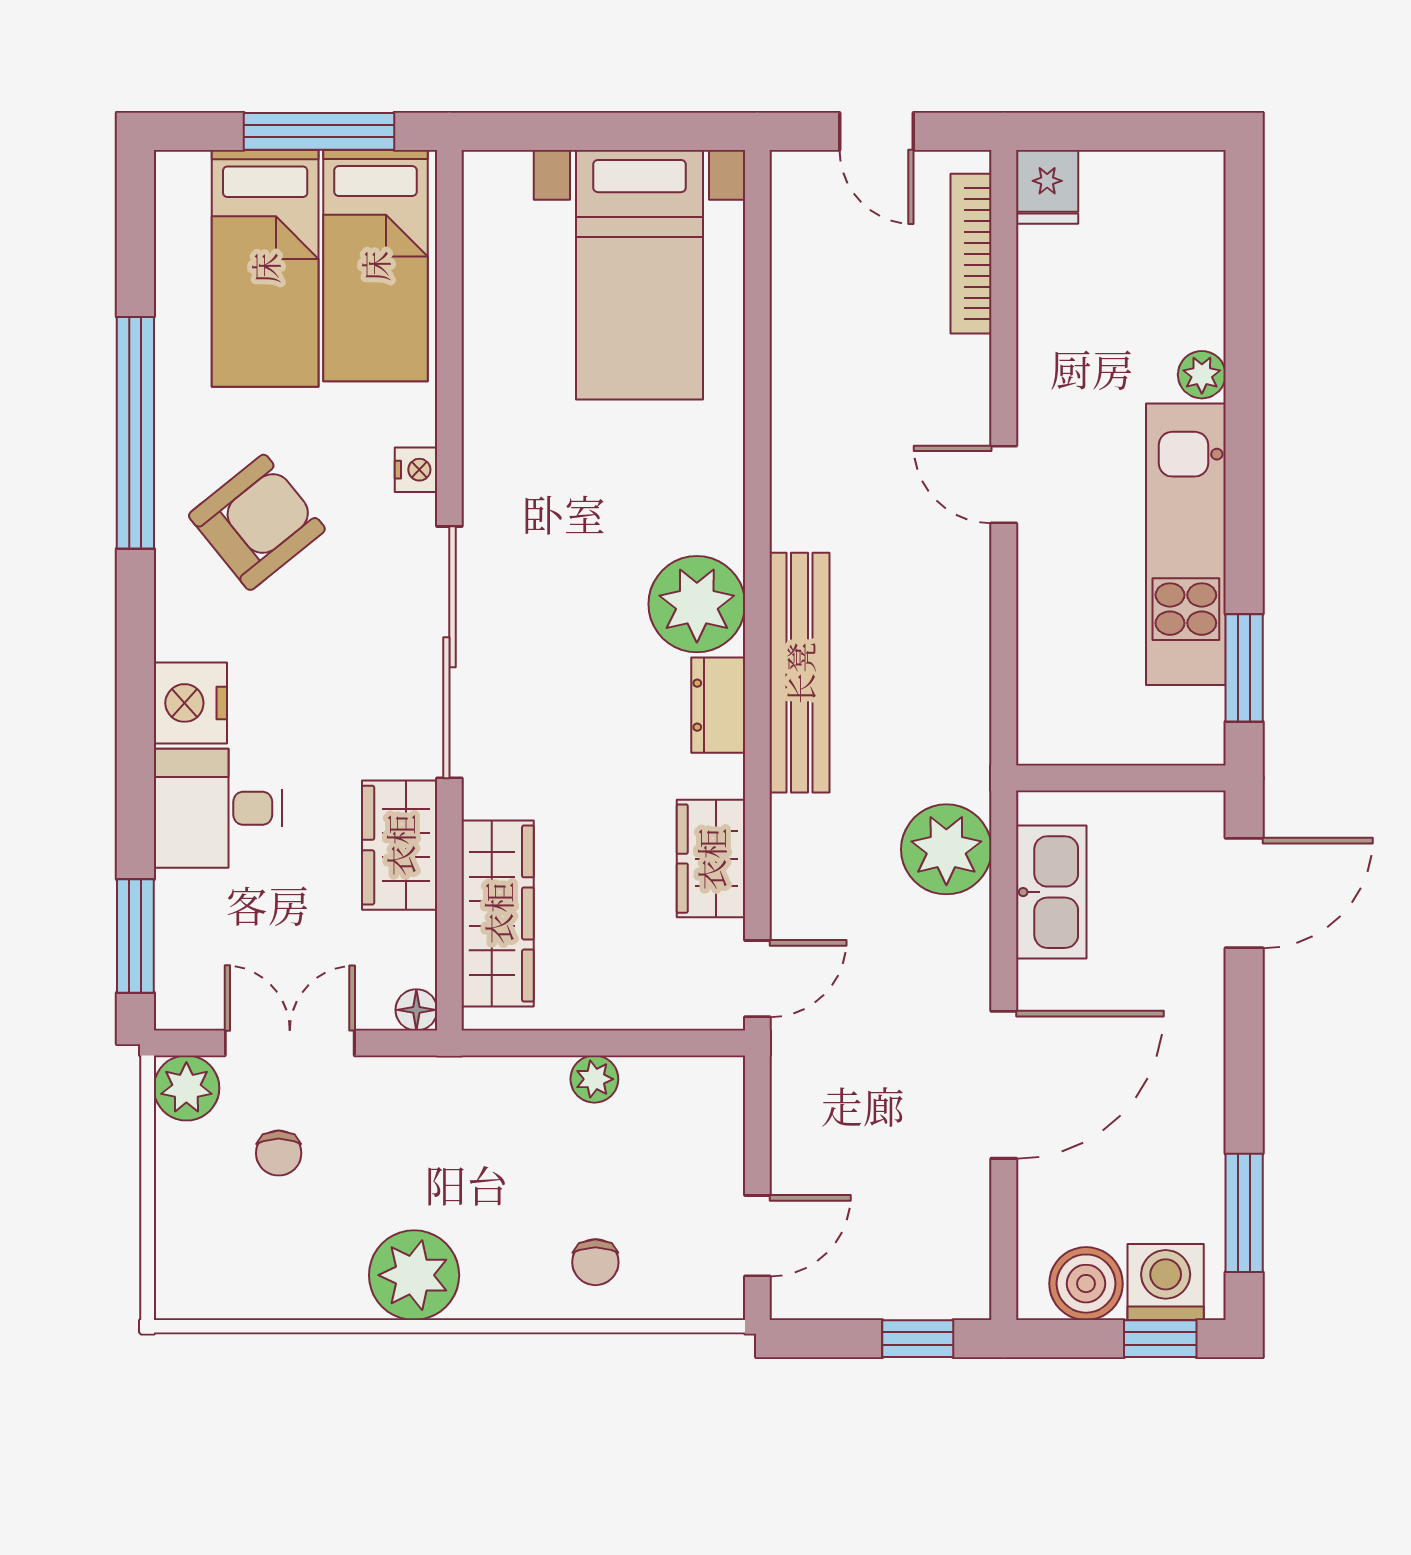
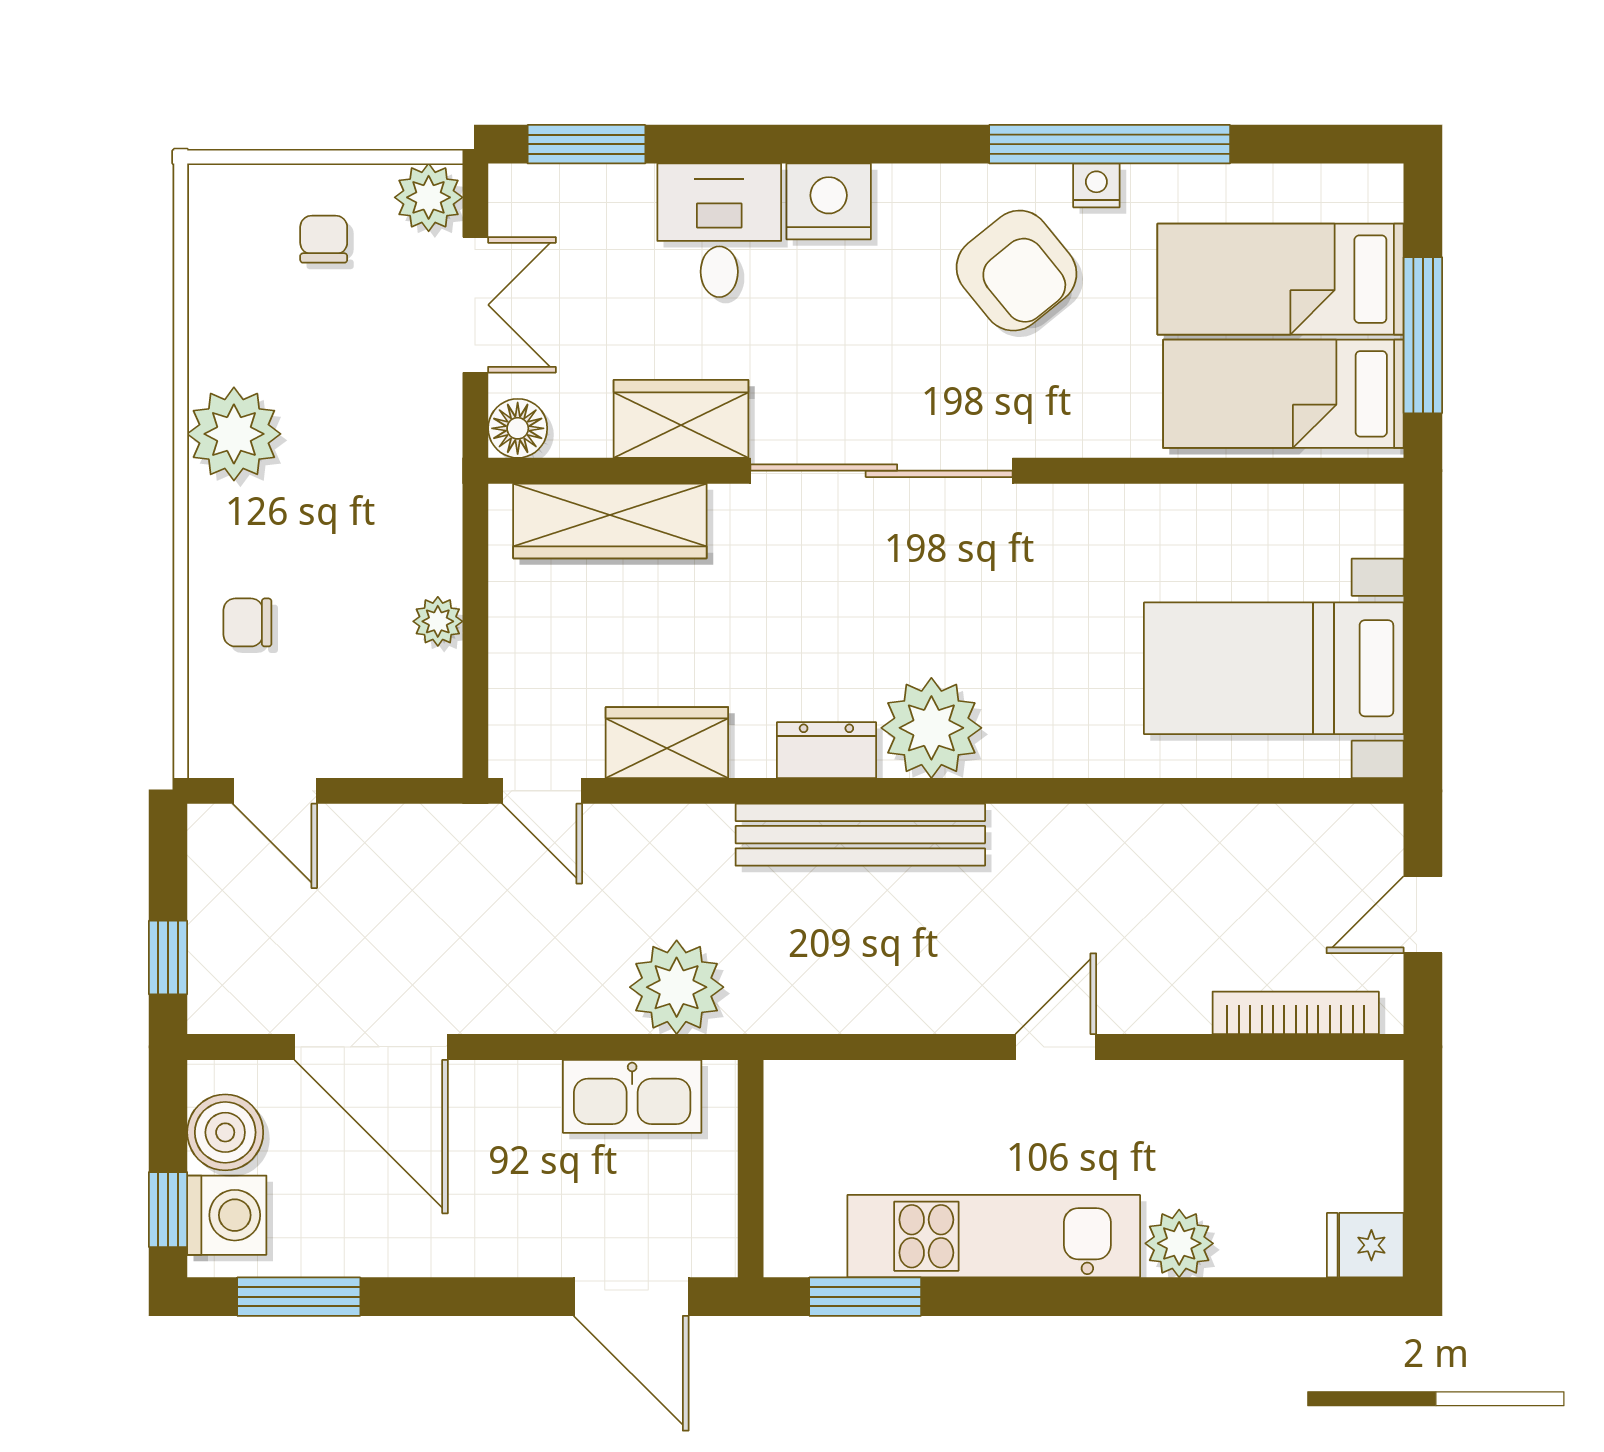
fridge: (1047, 187) -> (1365, 1245), moved
plant: (1202, 375) -> (1179, 1243), width x1.38, depth x1.38
nightstand: (416, 470) -> (1096, 185), moved, turned 180
floor lamp: (416, 1010) -> (518, 428), width x1.37, depth x1.37
door: (1004, 1085) -> (371, 1047), moved
chair: (279, 1153) -> (324, 239), moved, turned 90

